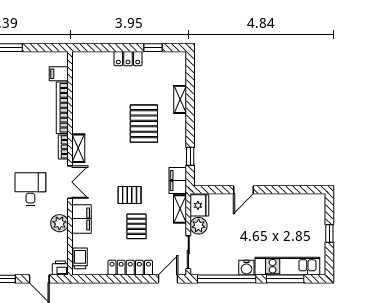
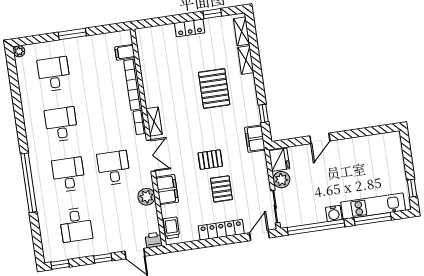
shelving: (180, 209) -> (242, 31), moved
window: (329, 233) -> (412, 188), moved

